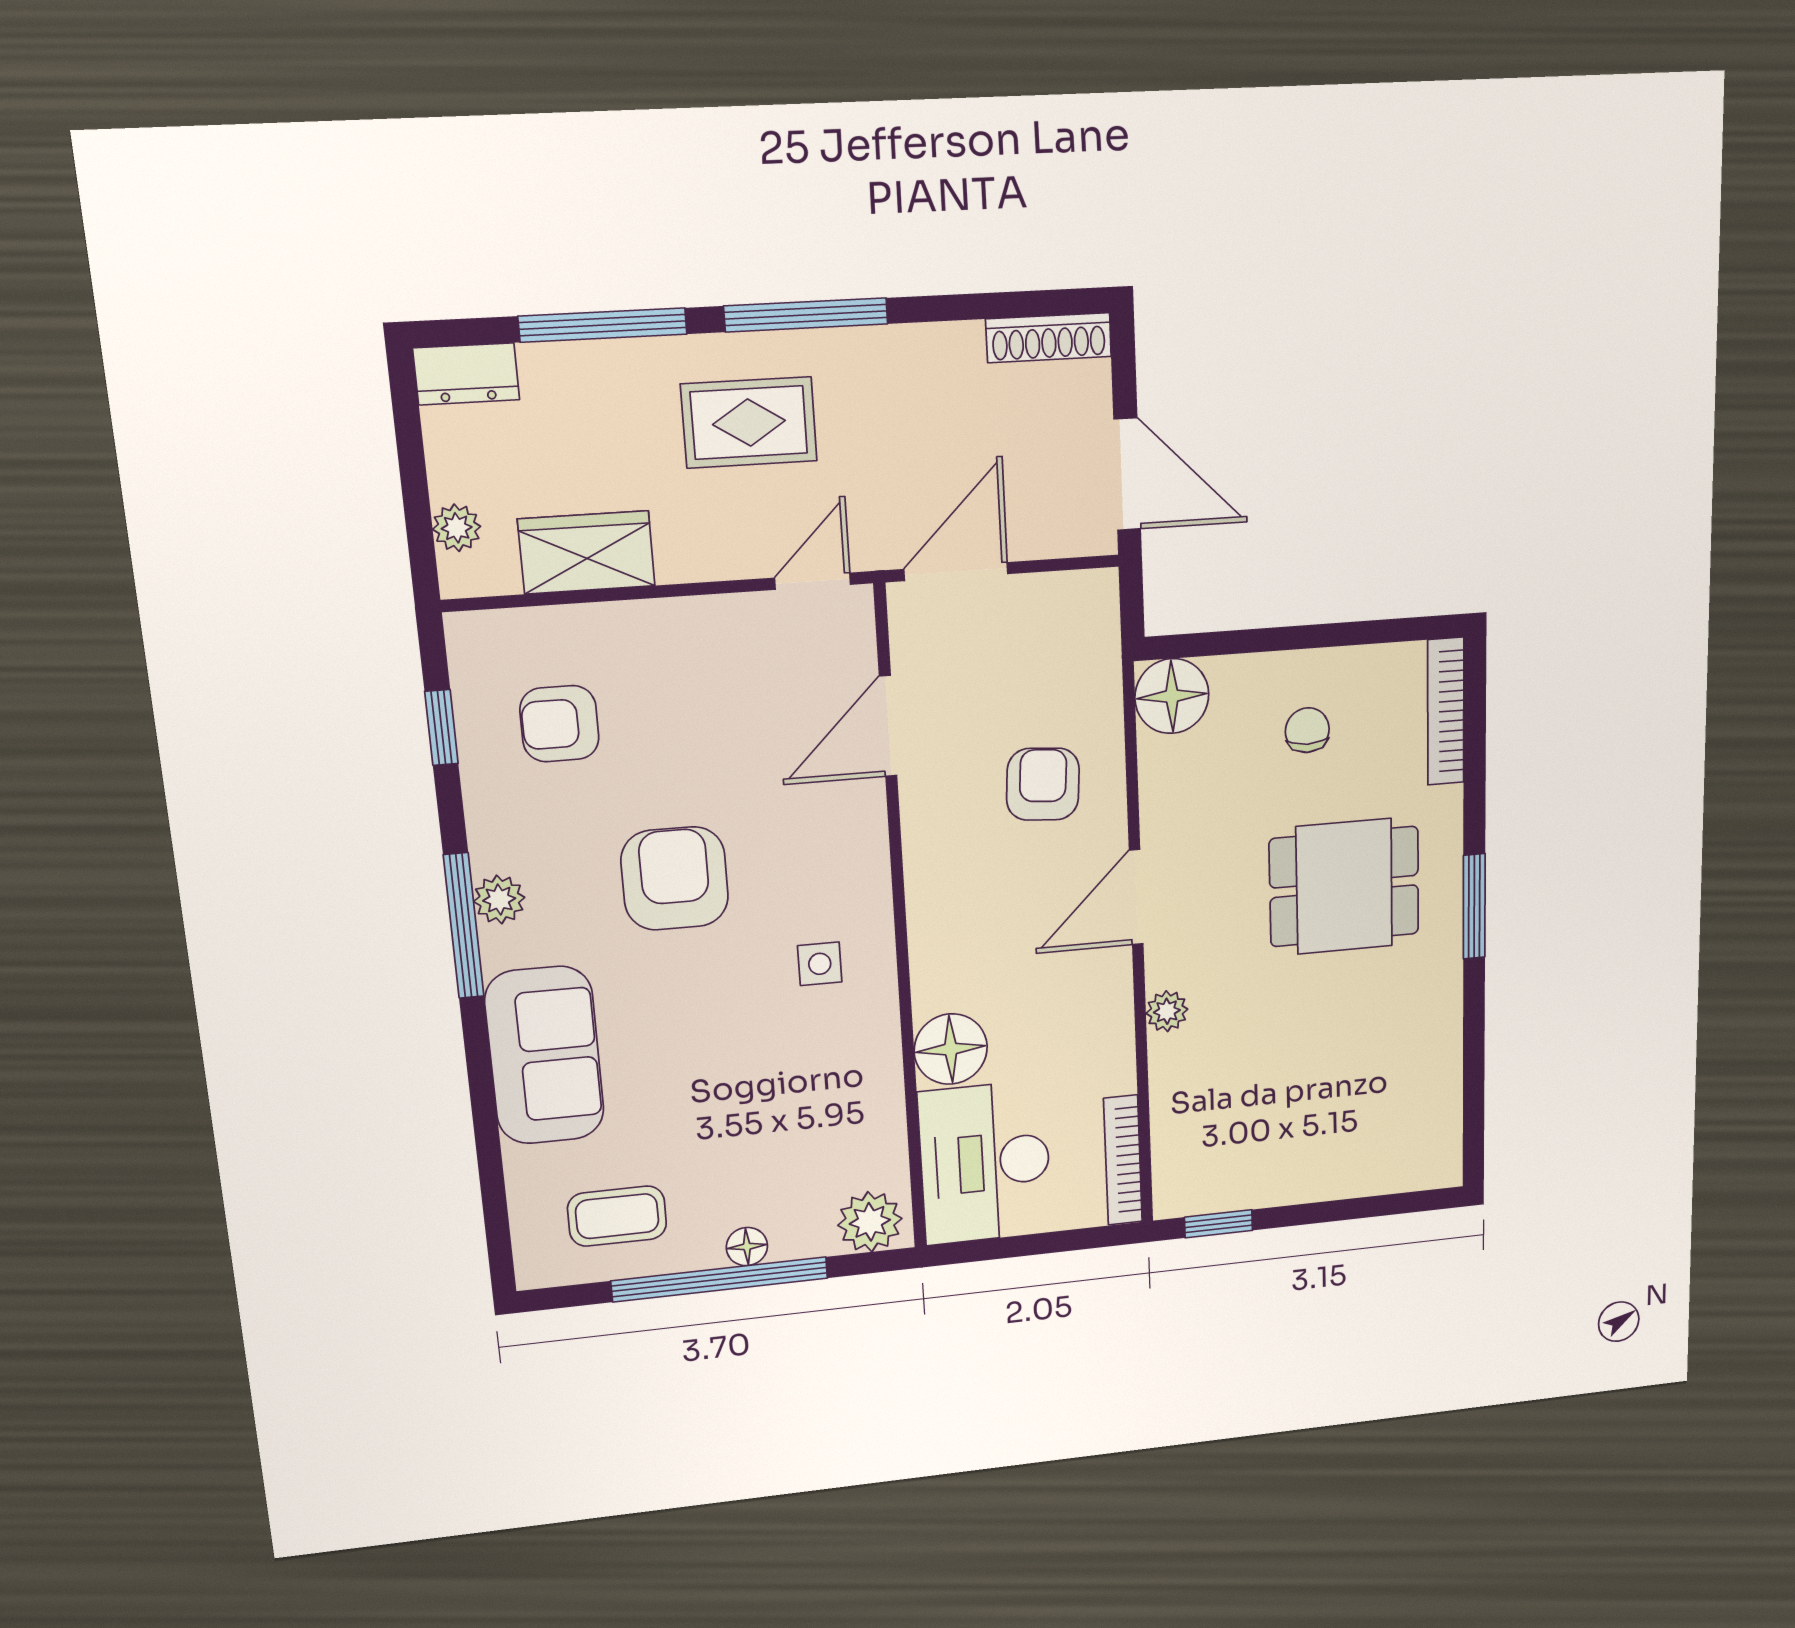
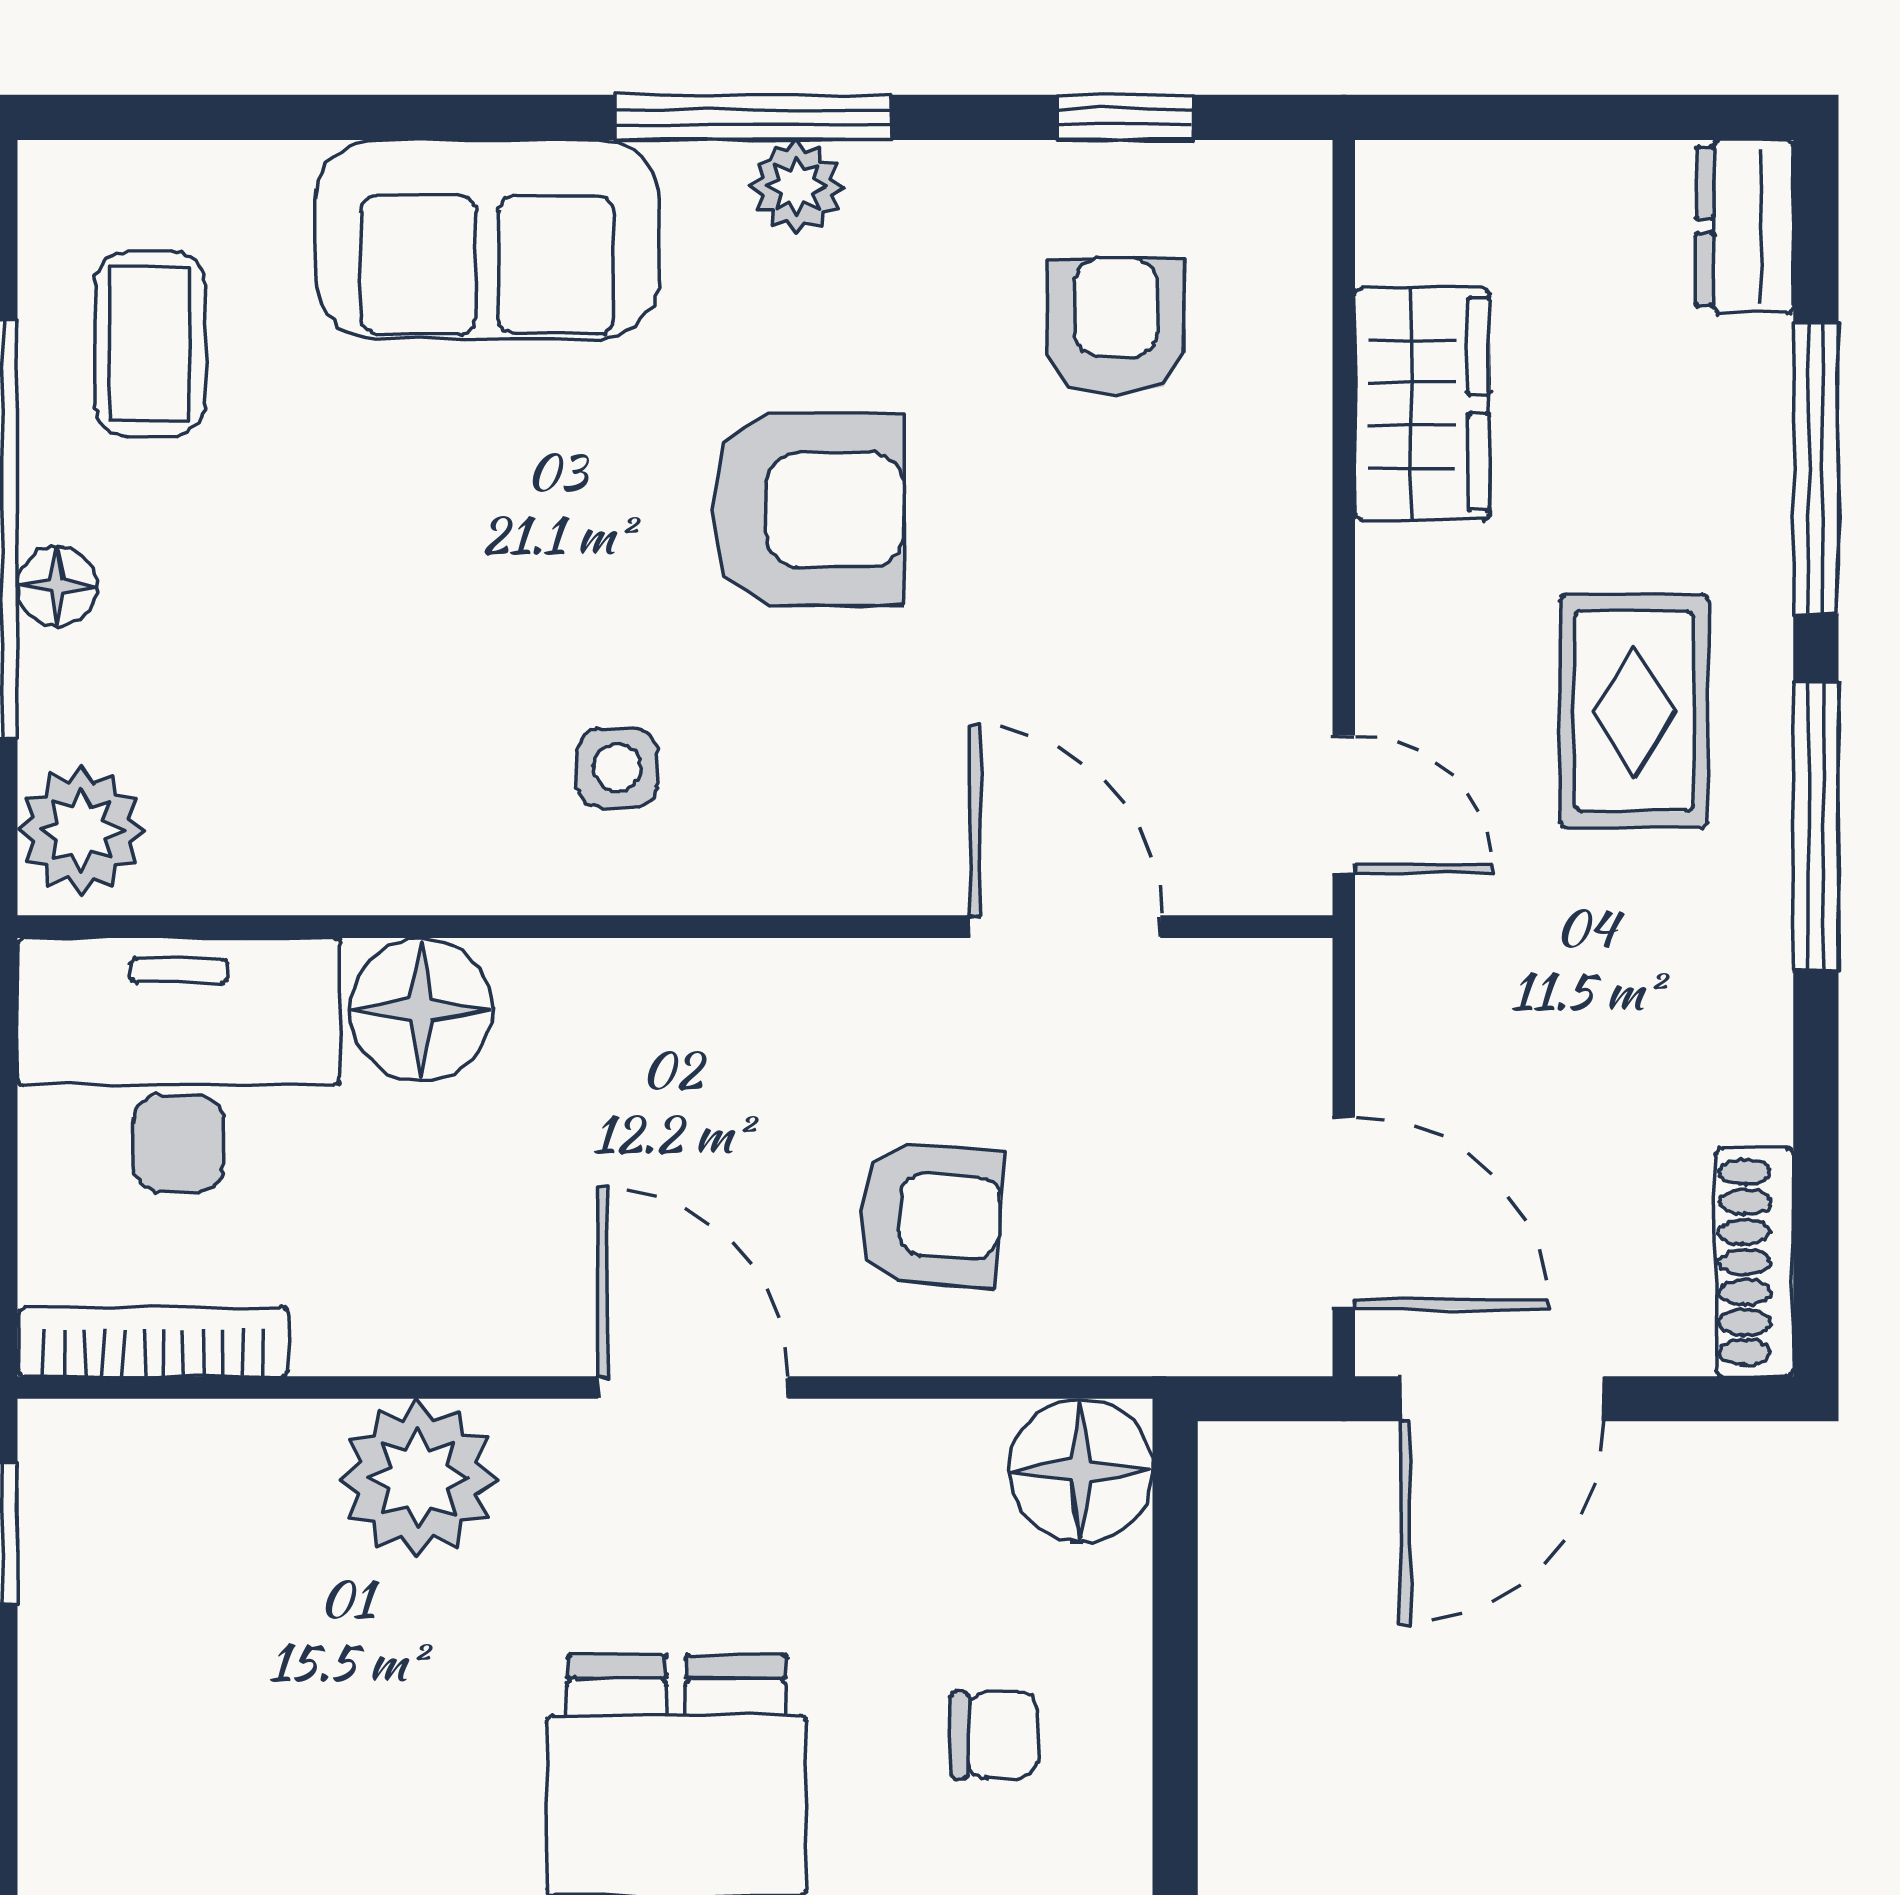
plant: (457, 528) -> (1480, 182), removed
door: (956, 572) -> (1344, 1213), moved
plant: (1167, 1011) -> (418, 1478), width x1.87, depth x1.87

